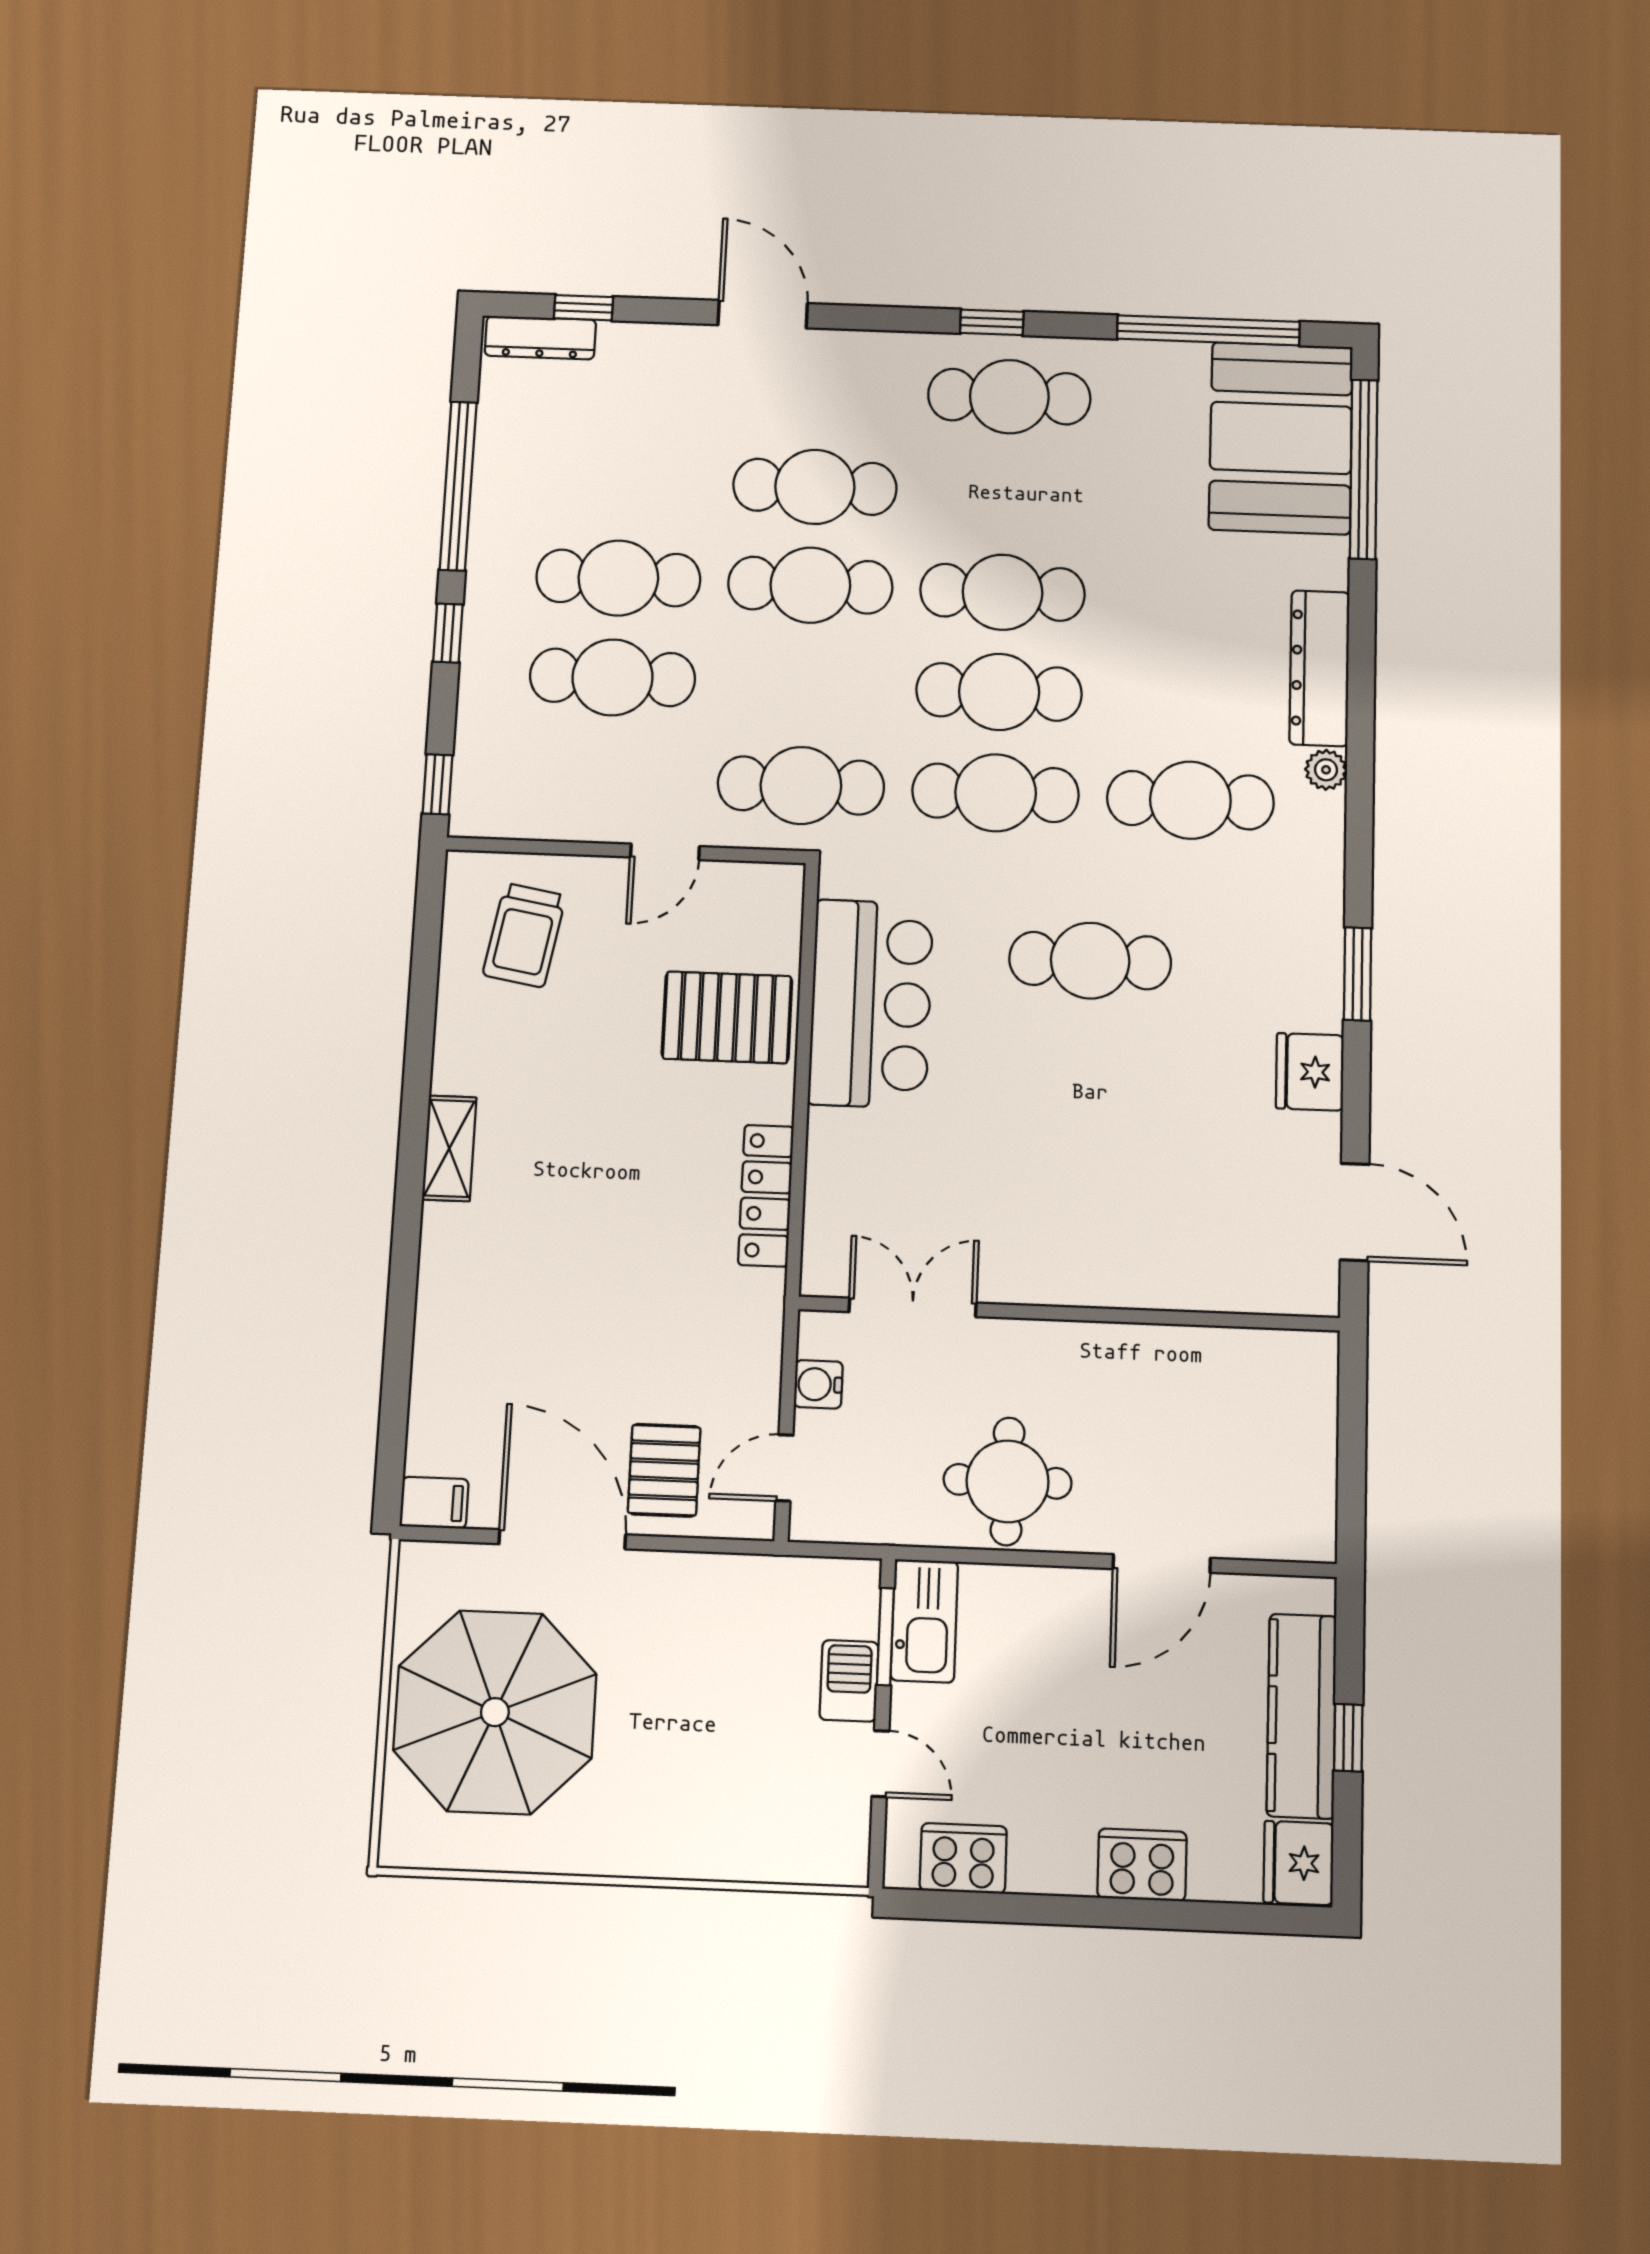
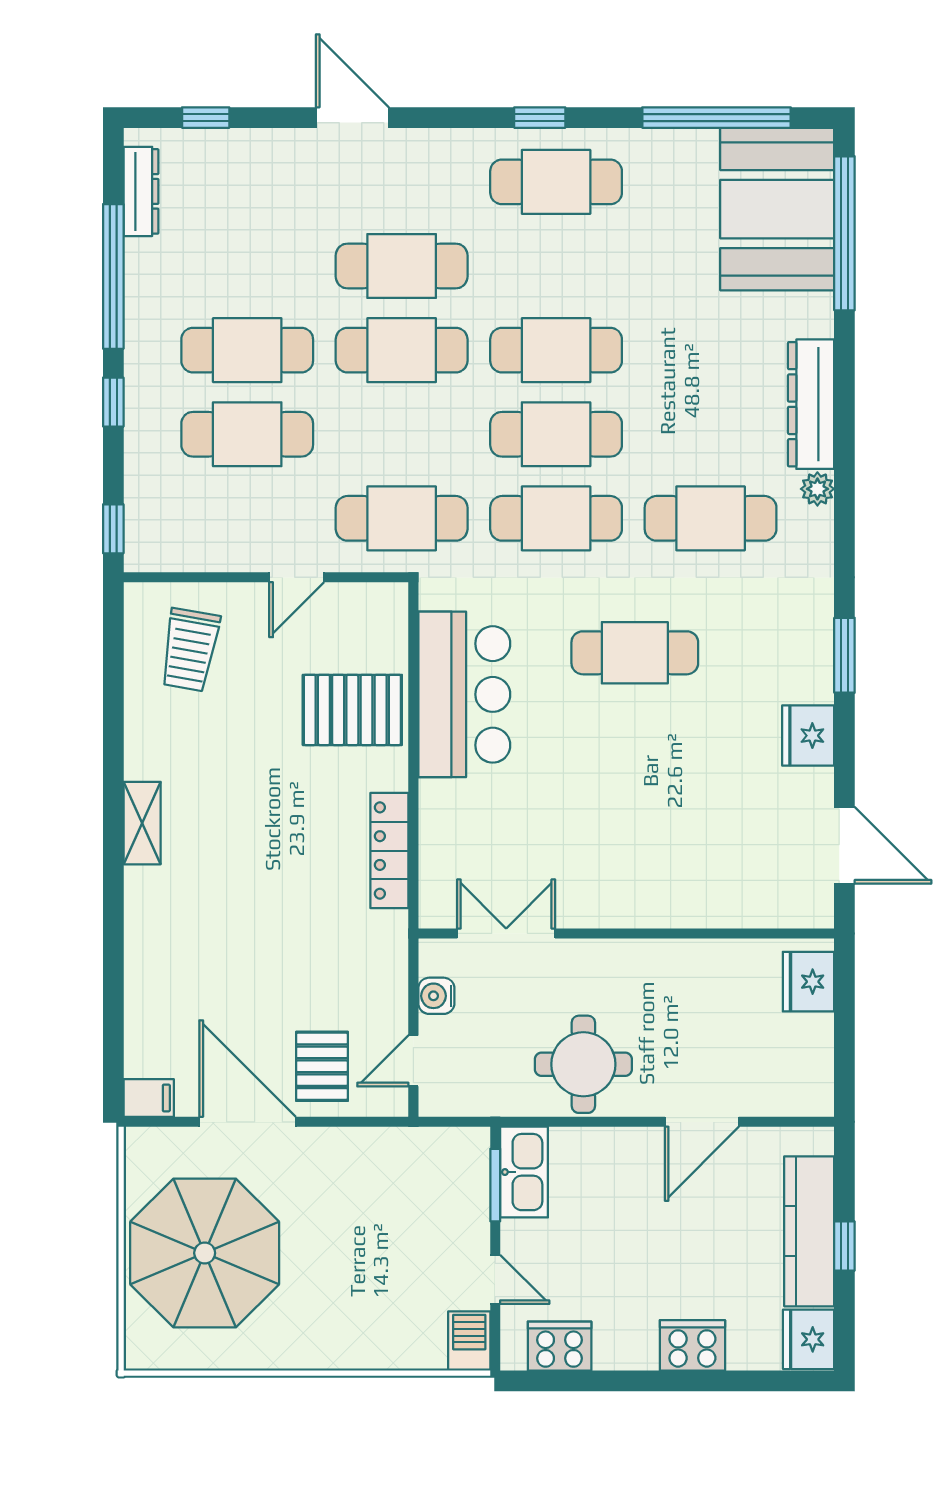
dresser: (540, 338) -> (141, 191), moved, turned -90
fridge: (1306, 1385) -> (808, 982), added
barbecue: (849, 1681) -> (469, 1341), moved

